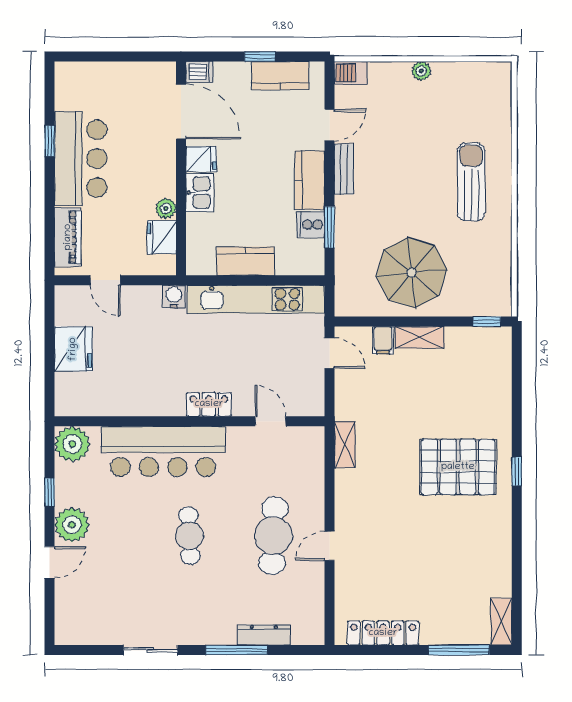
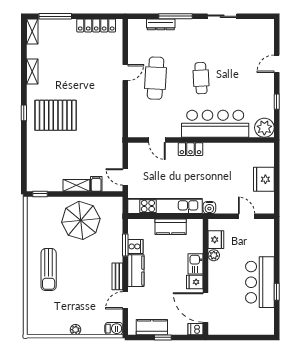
piano: (68, 237) -> (267, 240), removed
shelving: (345, 445) -> (32, 72), moved
plant: (72, 525) -> (265, 84), removed

